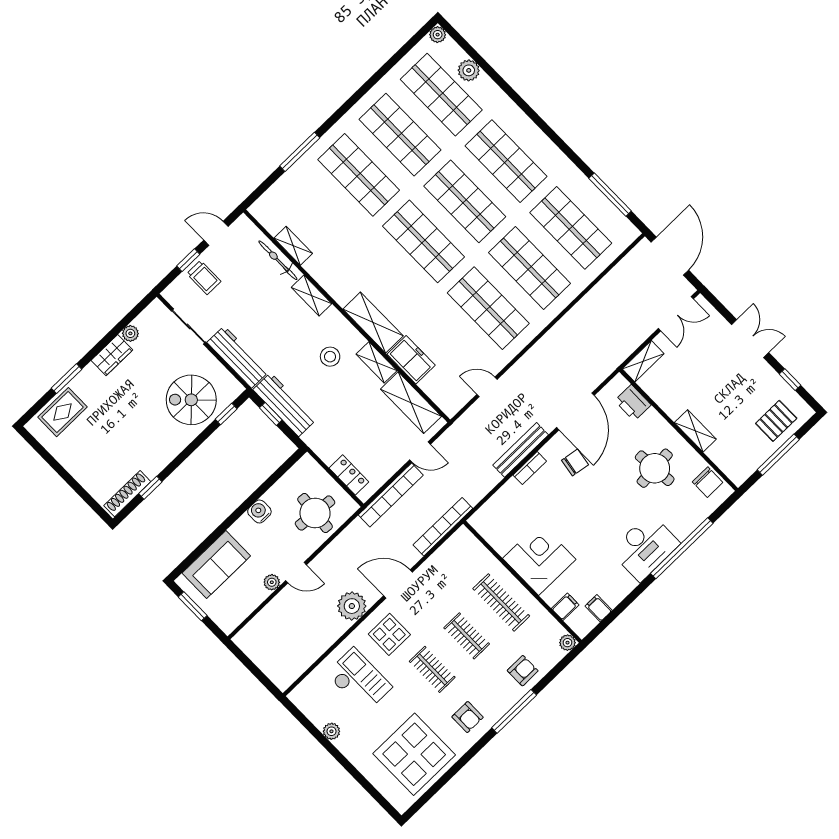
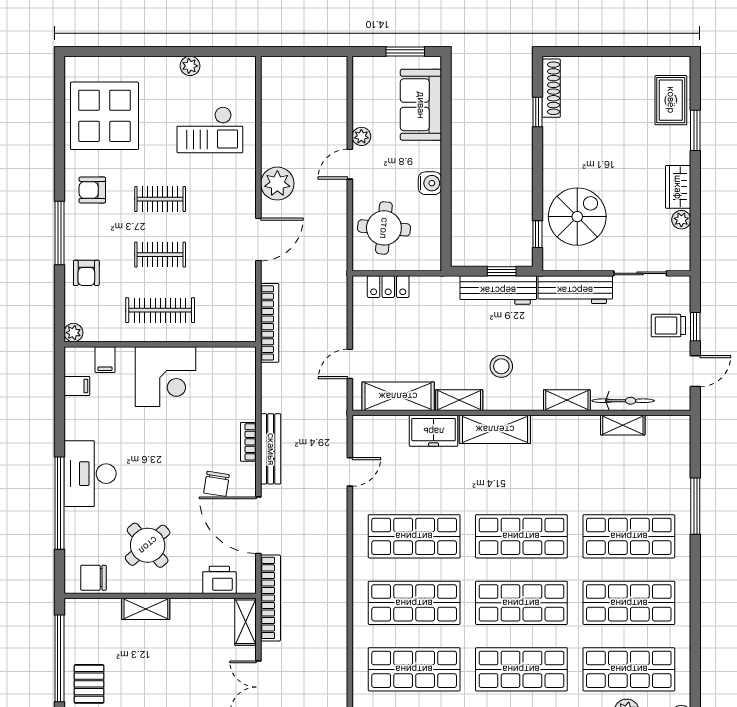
window: (778, 455) -> (59, 658), width x1.46
round table: (655, 468) -> (148, 545), turned -36
bookcase: (391, 495) -> (271, 598), moved, turned 180
display table: (389, 634) -> (224, 192), removed

